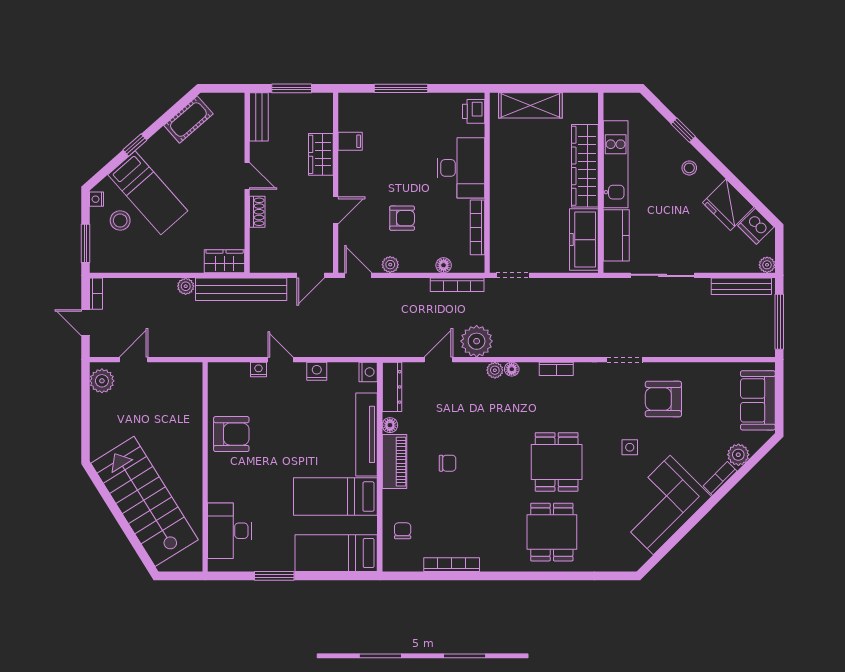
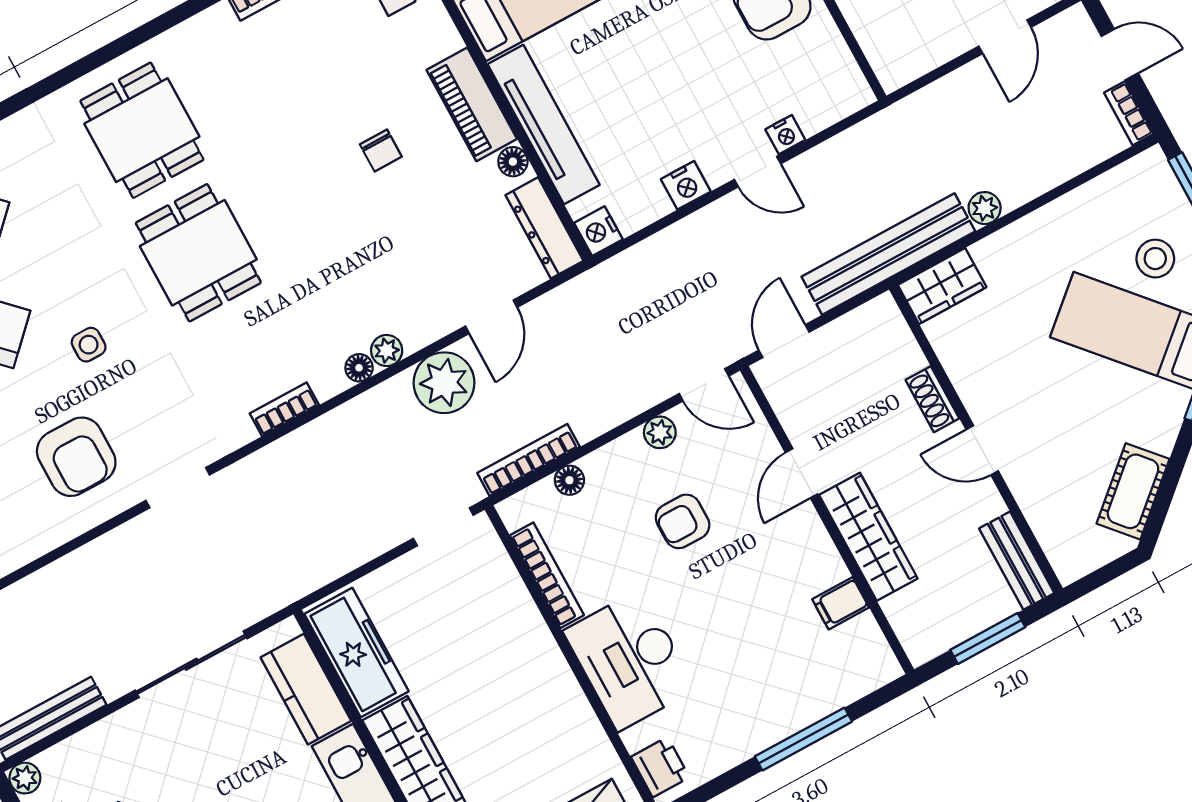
wardrobe: (321, 154) -> (868, 537), width x1.50
armchair: (663, 399) -> (76, 457), turned 90
chair: (448, 463) -> (381, 151), turned -90

